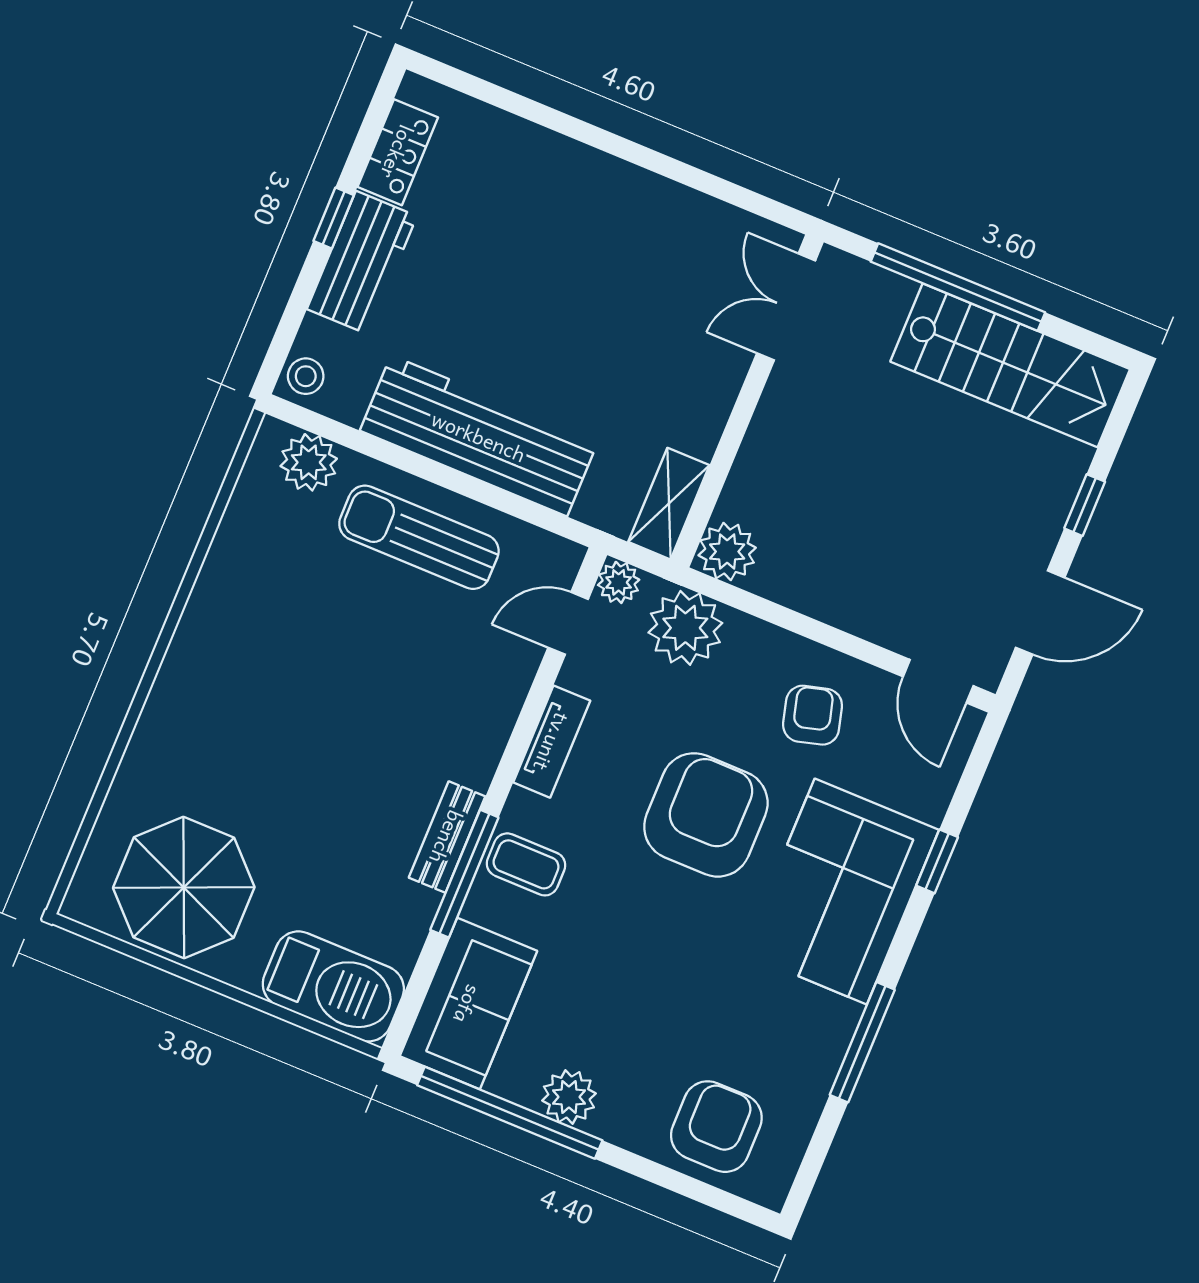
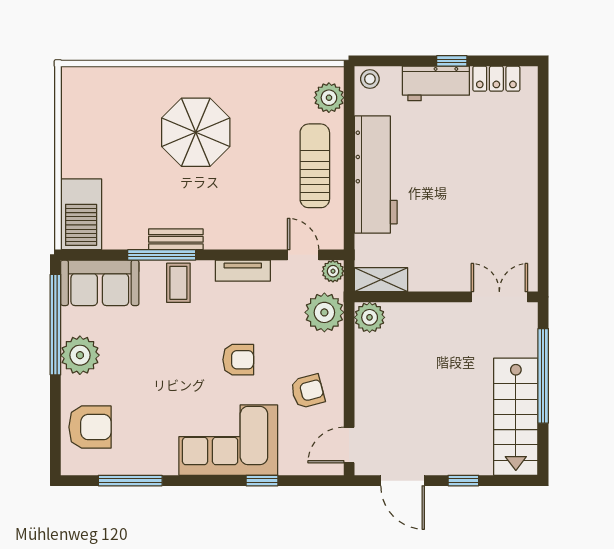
armchair: (706, 815) -> (238, 360), width x0.53, depth x0.53
parasol: (184, 887) -> (196, 132), moved
window: (862, 1042) -> (130, 481), moved
plant: (569, 1097) -> (80, 355), width x1.36, depth x1.36

